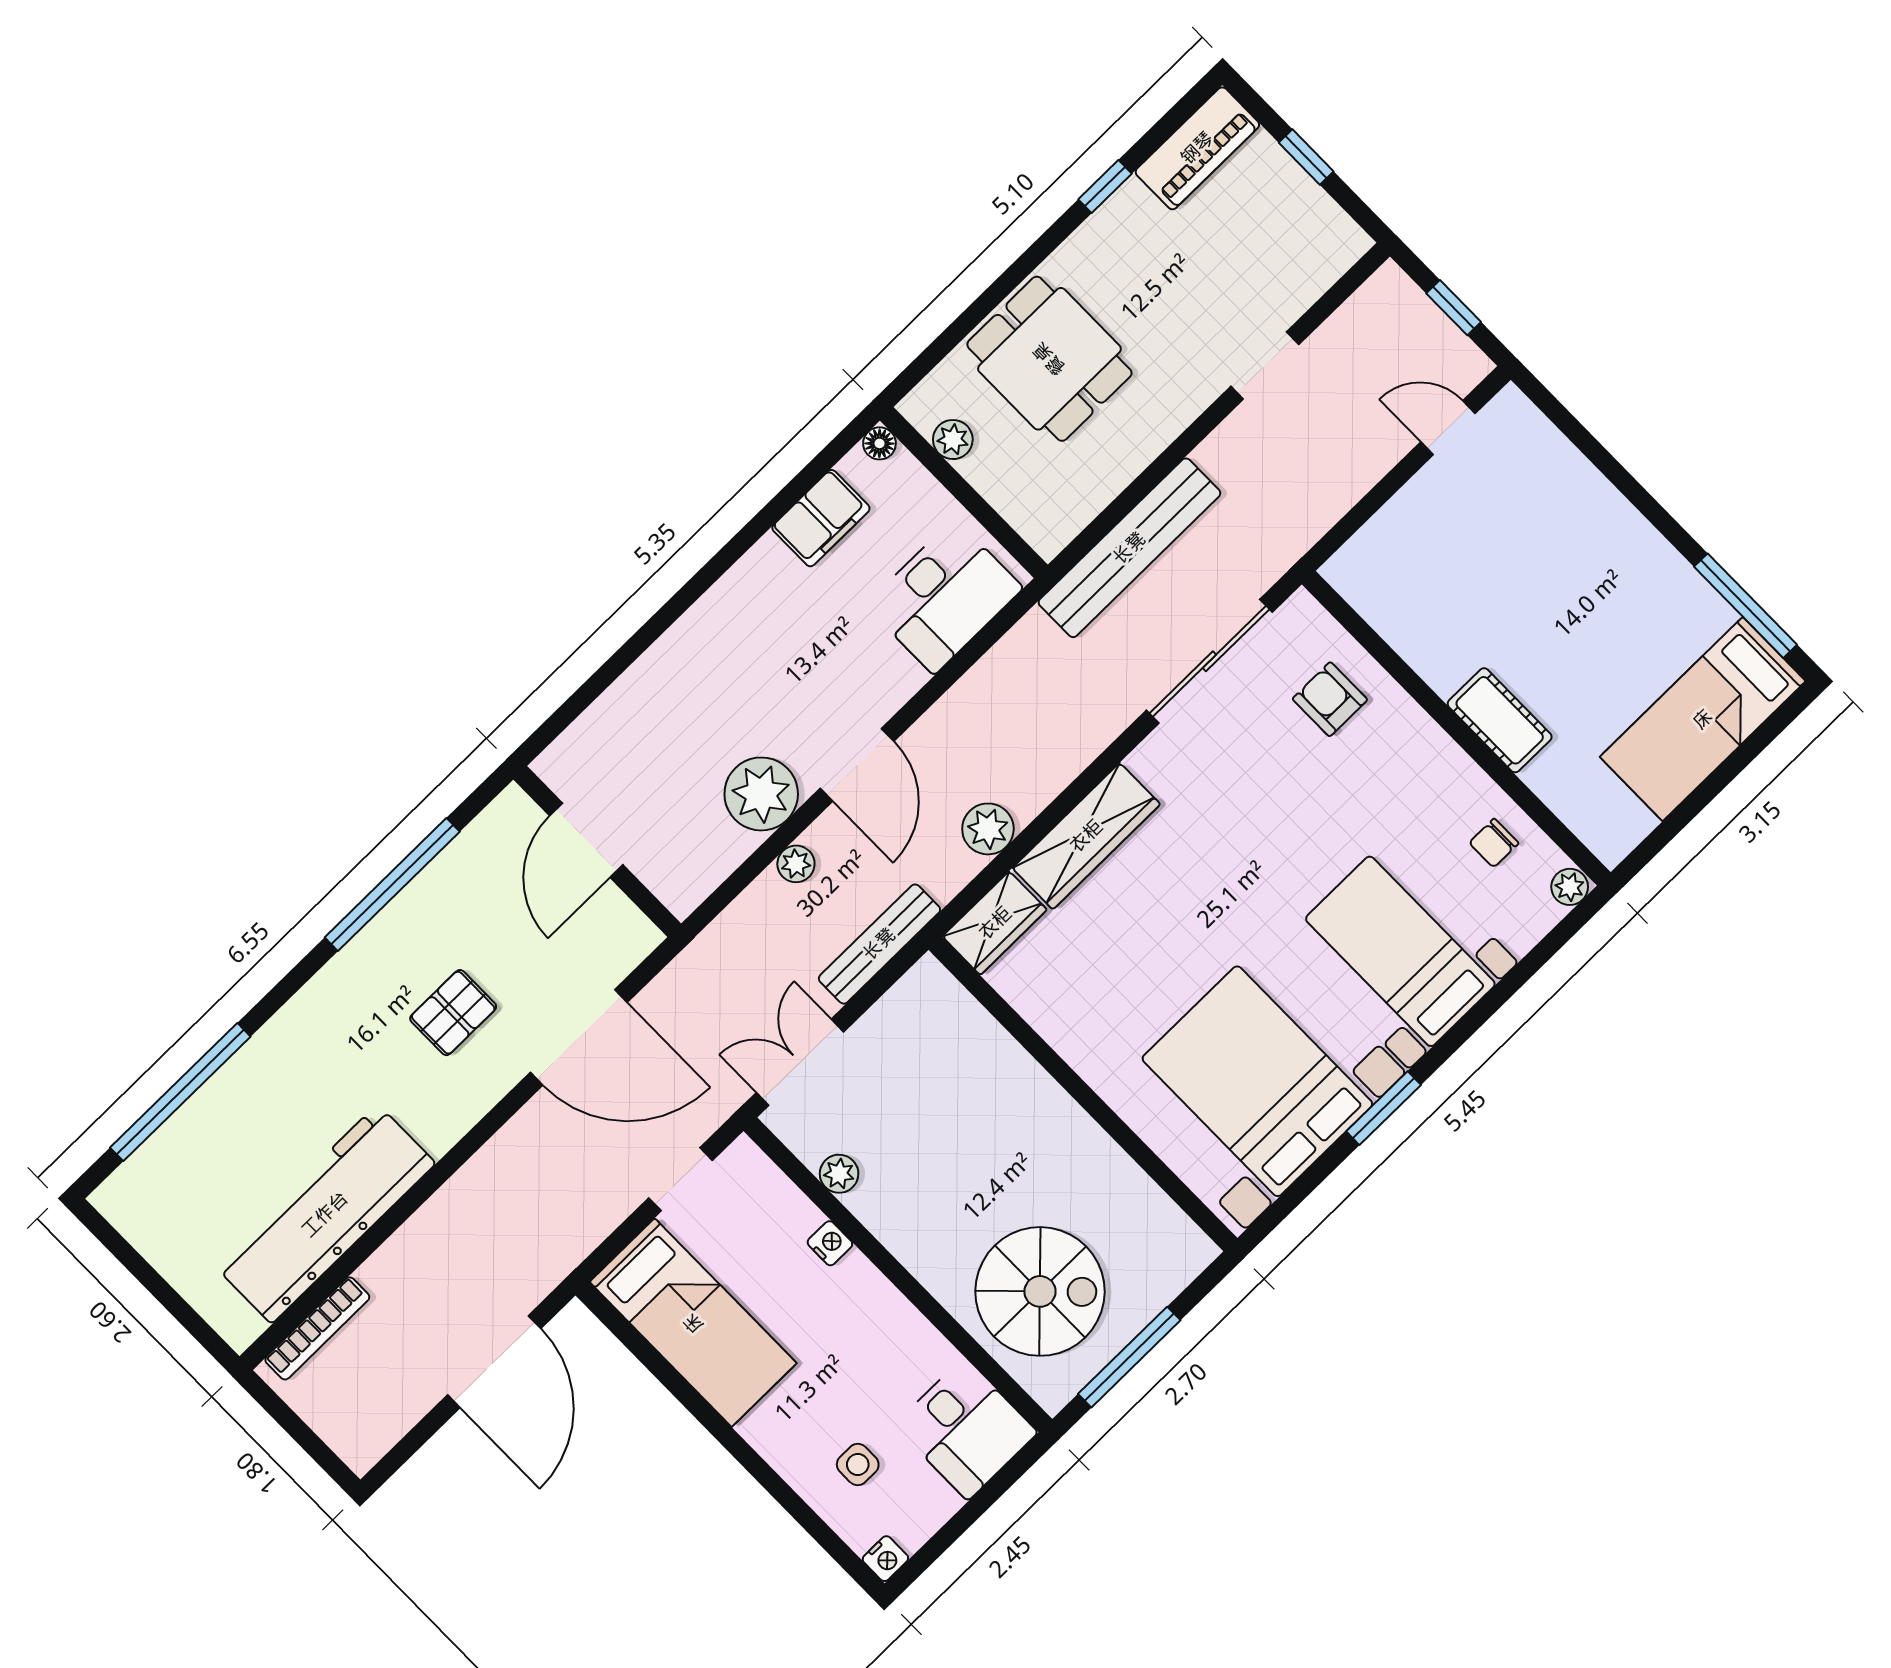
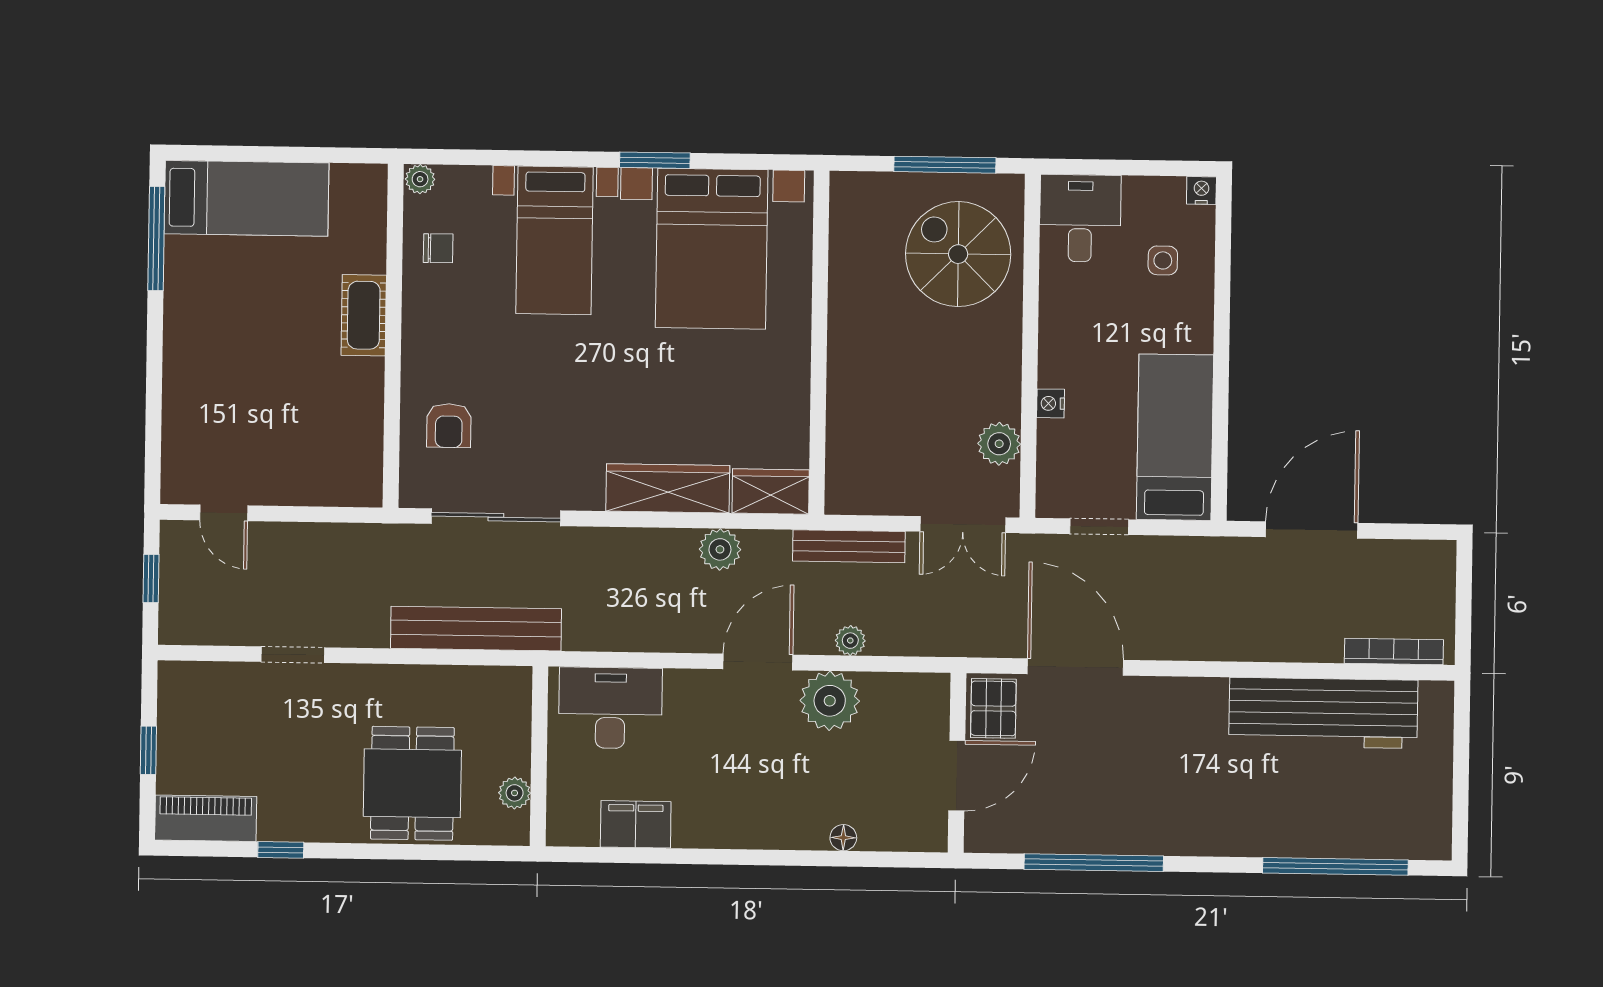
floor lamp: (879, 443) -> (843, 838), moved
pallet: (453, 1013) -> (993, 708), moved, turned 90
plant: (839, 1174) -> (999, 444), width x1.38, depth x1.38

